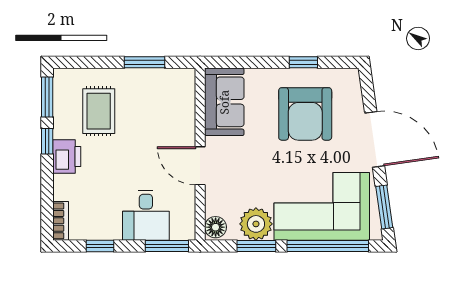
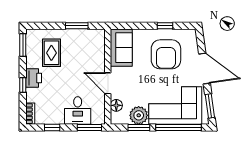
window: (47, 141) -> (23, 85), moved
floor lamp: (216, 227) -> (116, 105), moved

